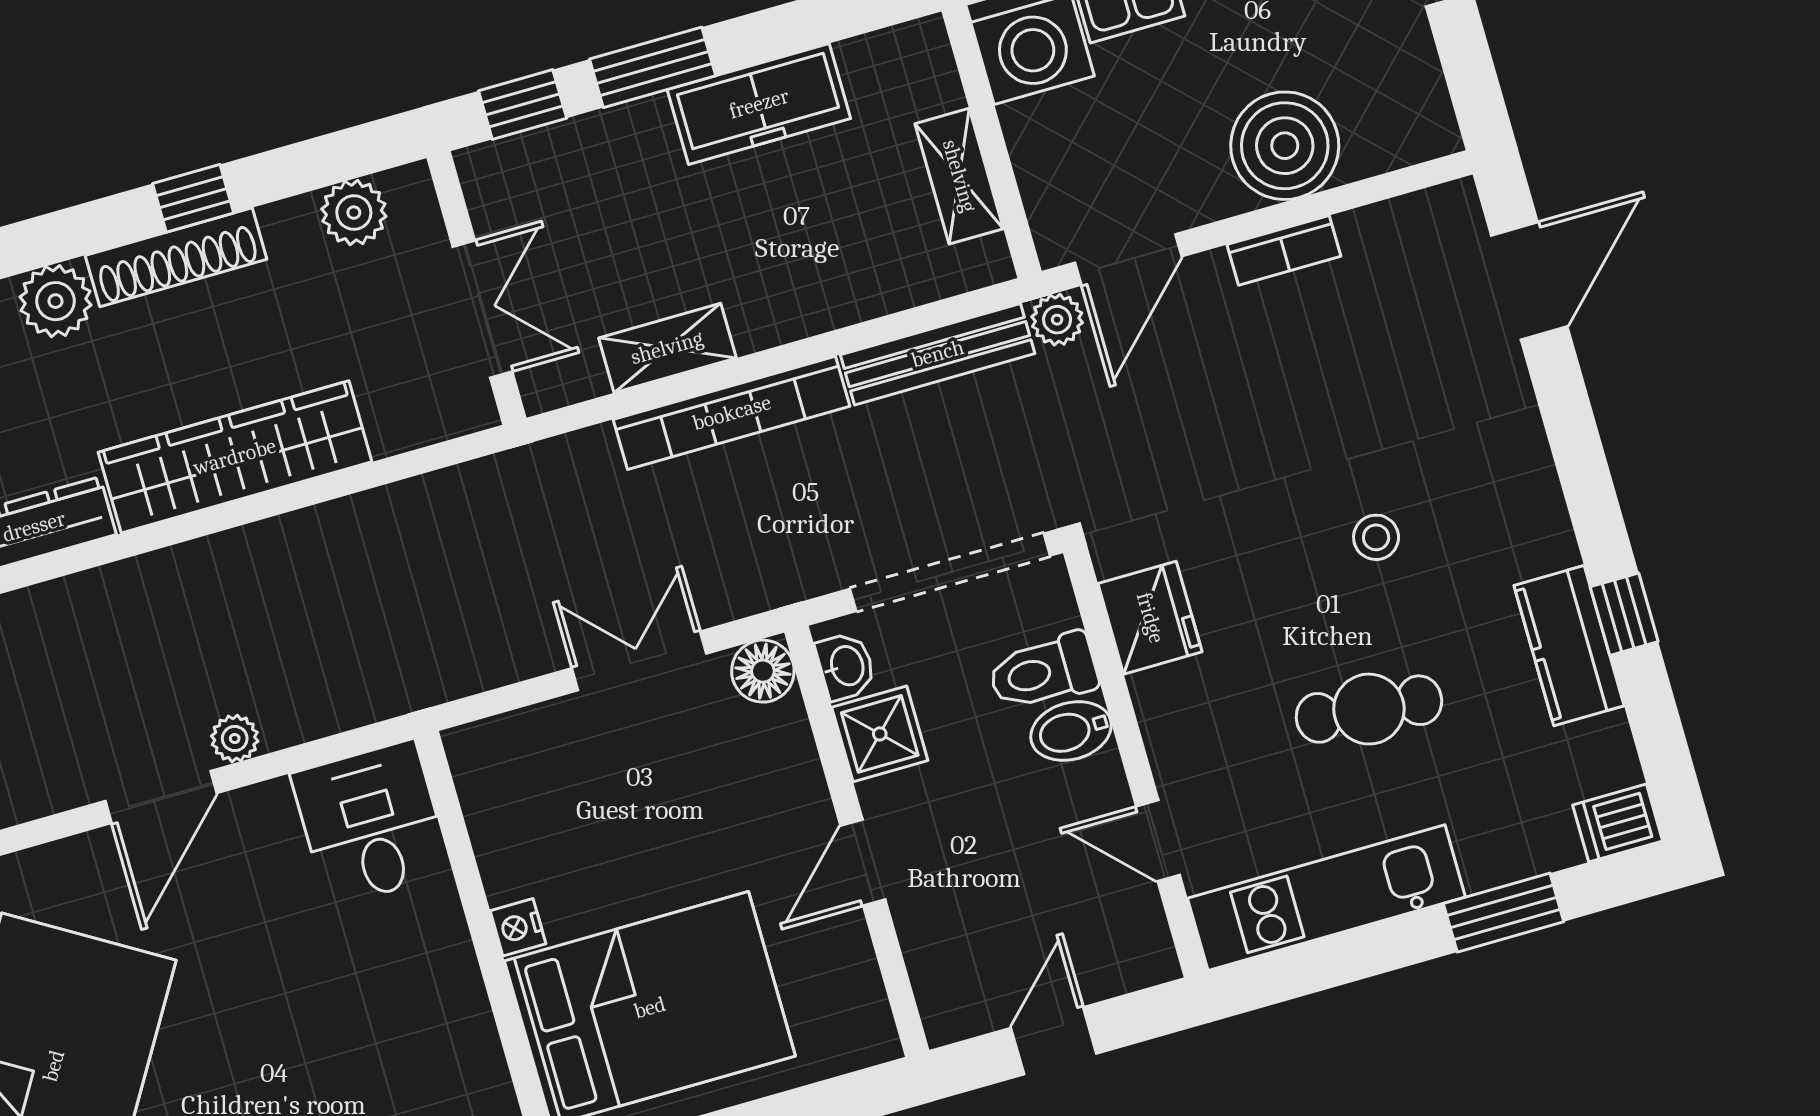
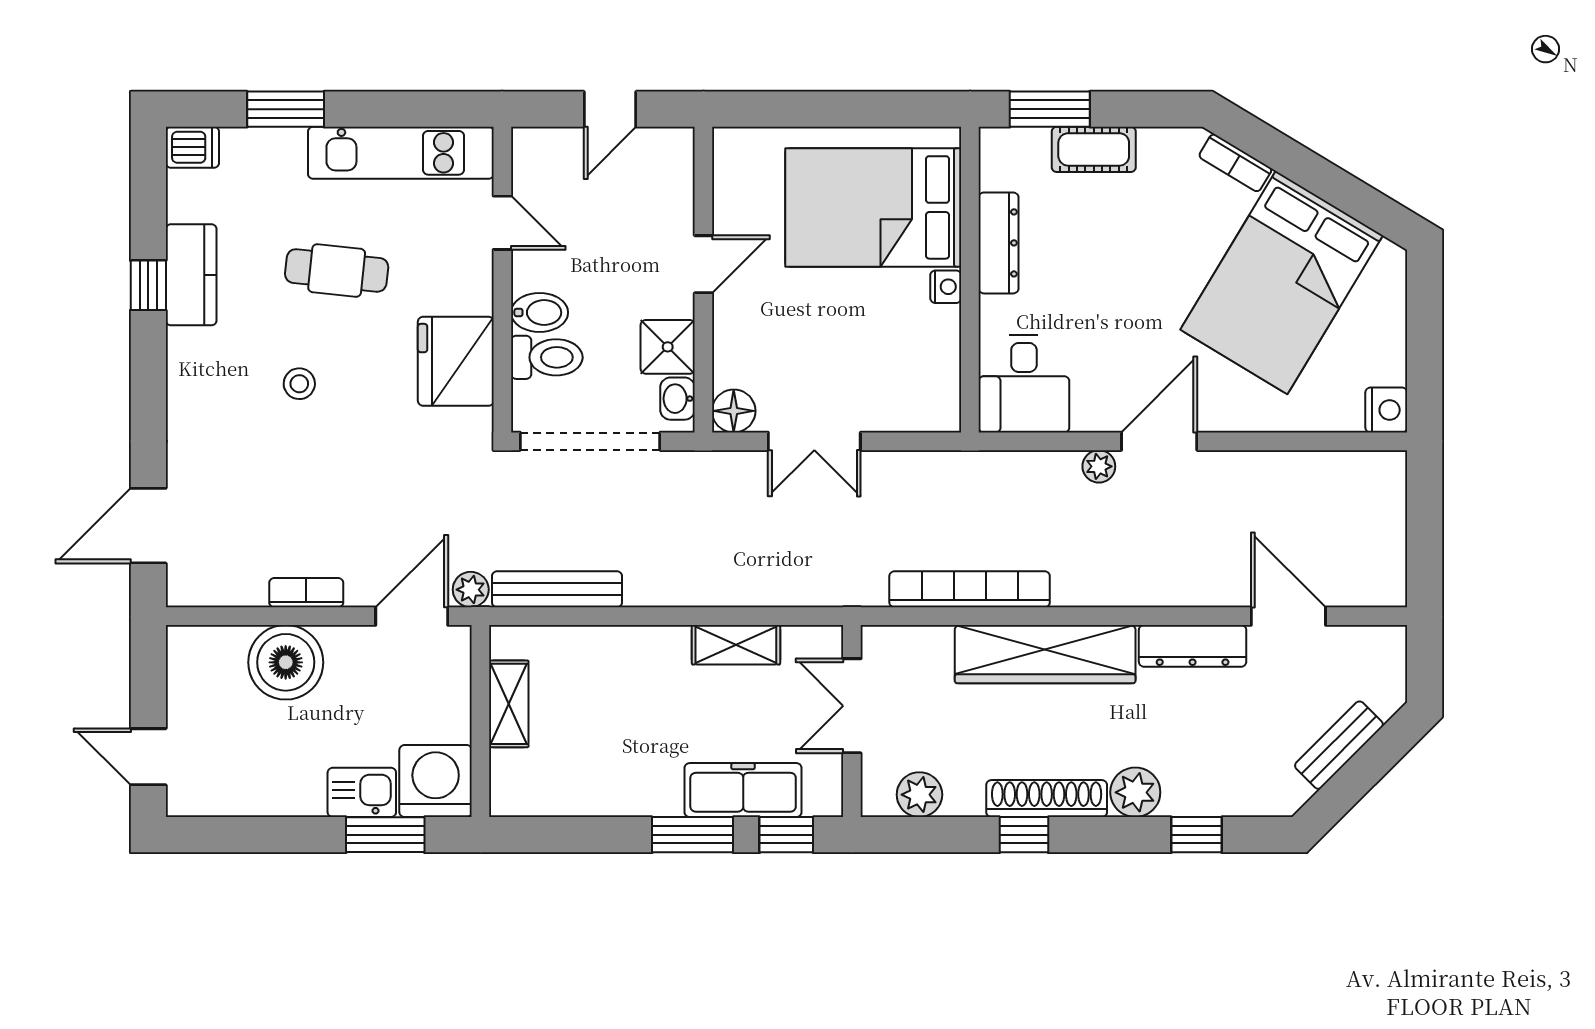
freezer: (759, 104) -> (743, 790), moved
bookcase: (732, 413) -> (970, 589), moved
fridge: (1150, 618) -> (456, 361), width x1.36, depth x1.34
dresser: (462, 1009) -> (999, 243), added

